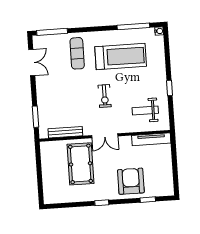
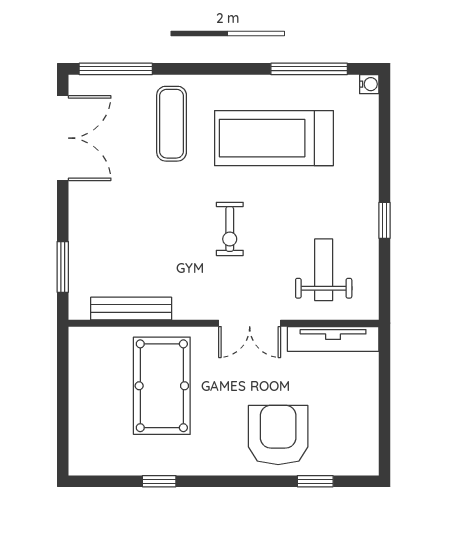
treadmill: (121, 56) -> (274, 138), turned 180
double door: (32, 63) -> (63, 138), width x1.37
weight bench: (145, 110) -> (324, 270), turned 90
double door: (105, 136) -> (250, 323), moved
window: (102, 203) -> (159, 481), moved

